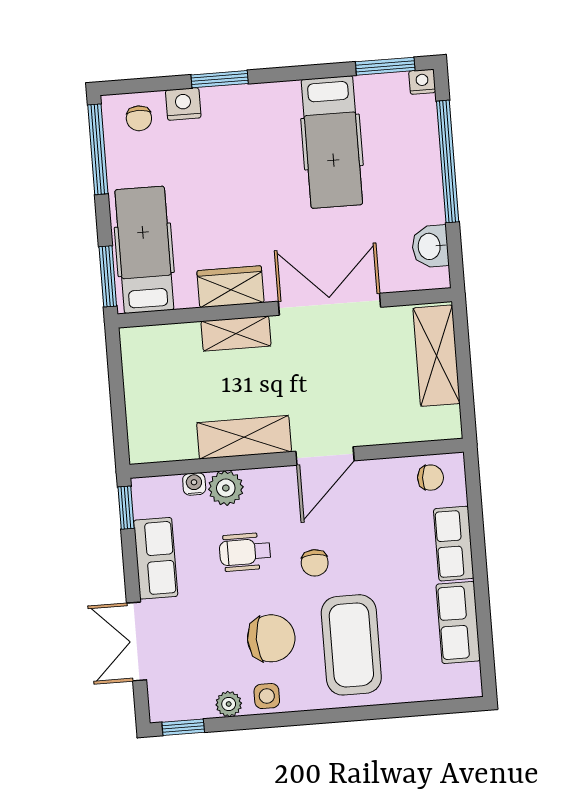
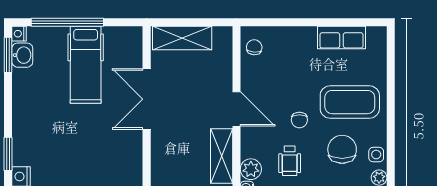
hospital bed: (332, 142) -> (86, 65), moved, turned 90
washbasin: (430, 246) -> (22, 55), moved, turned -90
wardrobe: (230, 287) -> (132, 157), removed
shelving: (236, 334) -> (160, 156), removed
row of seats: (454, 544) -> (294, 37), removed
chair: (315, 563) -> (299, 120), turned 90

